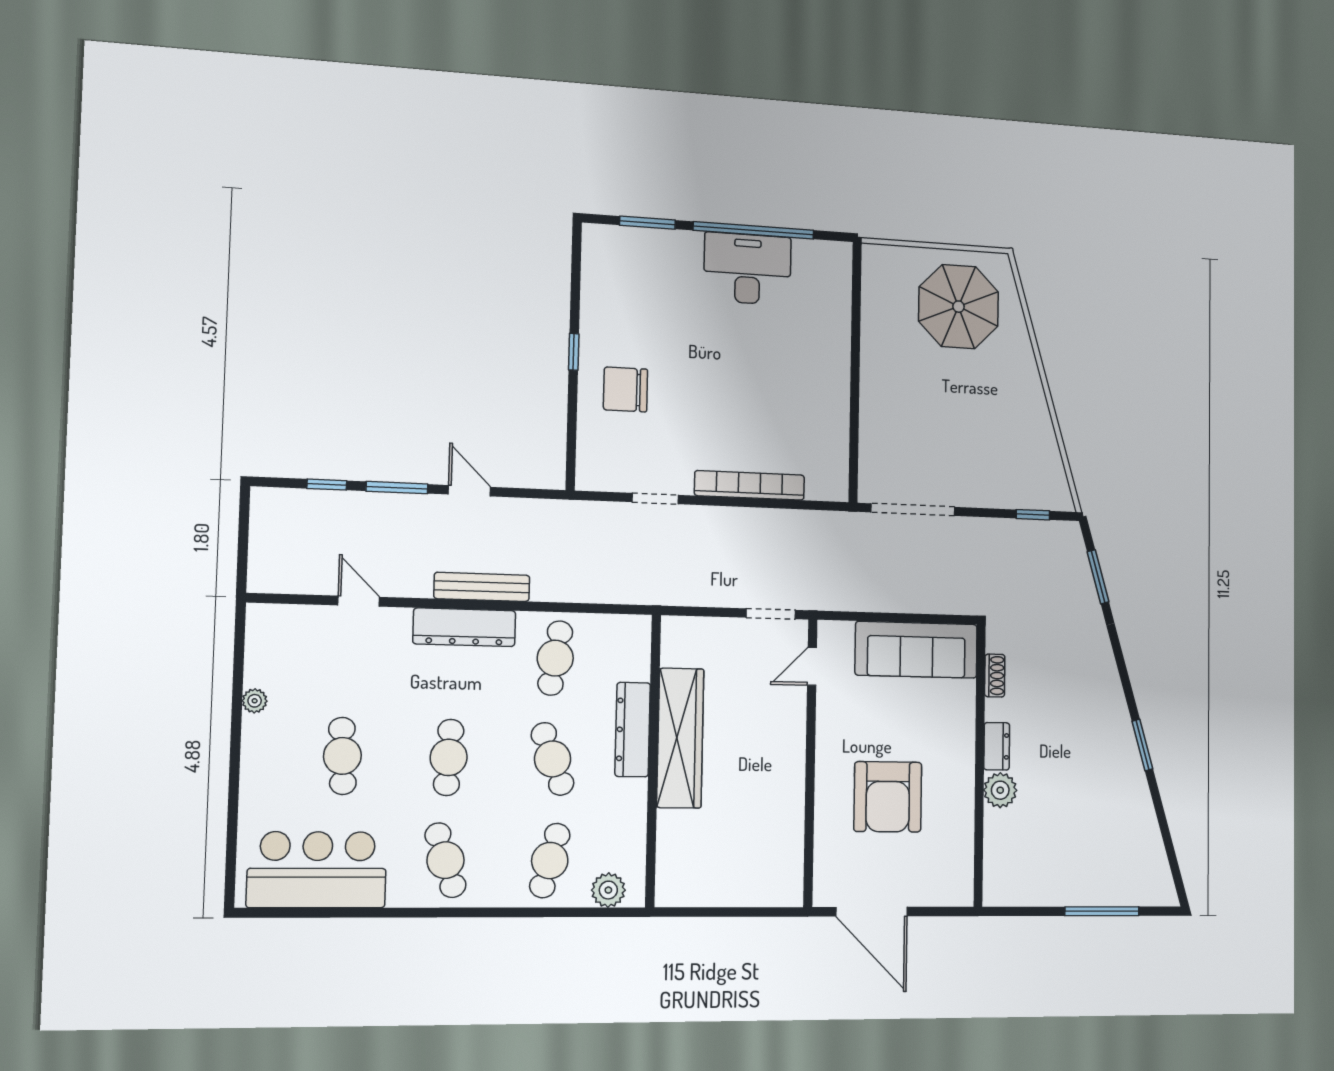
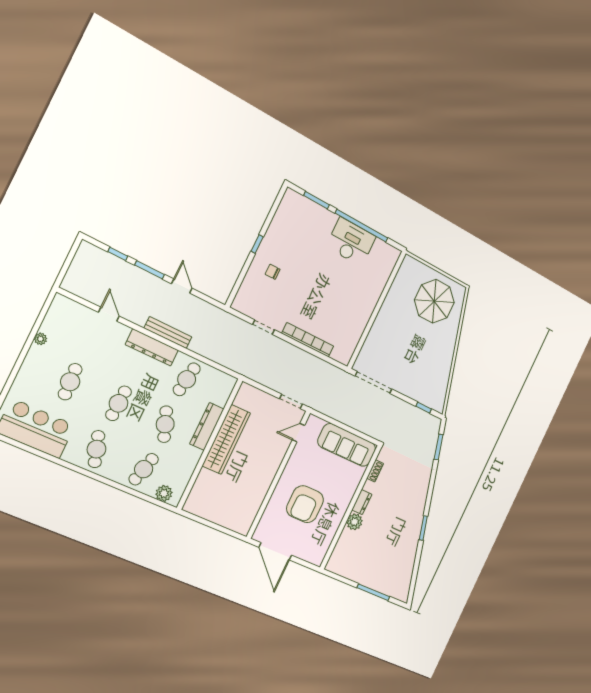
chair: (626, 389) -> (273, 272), width x0.54, depth x0.54

